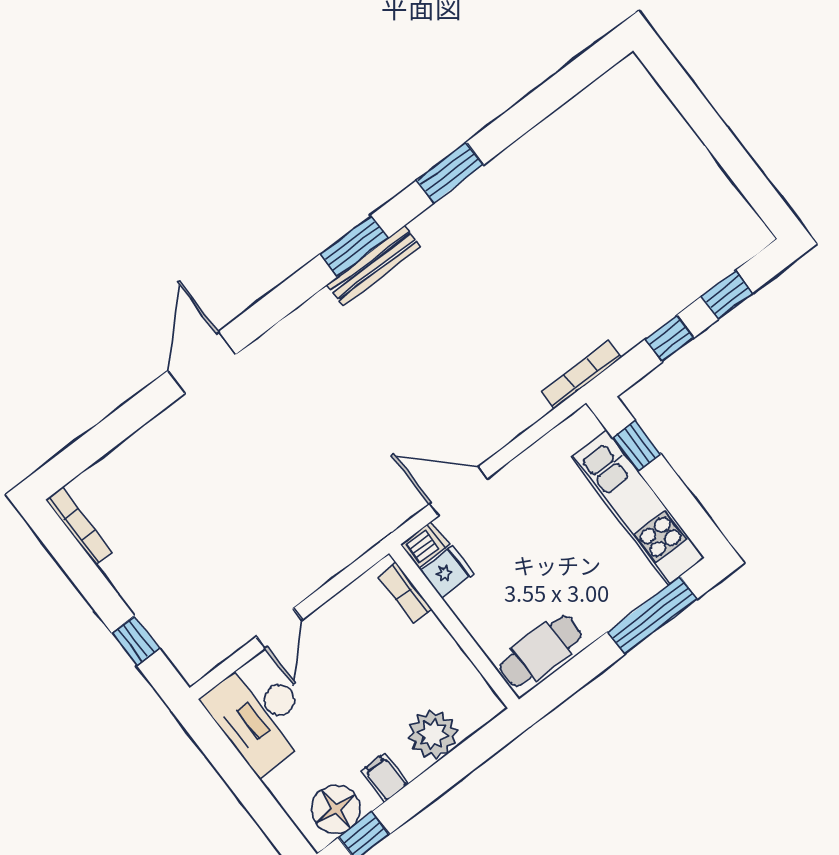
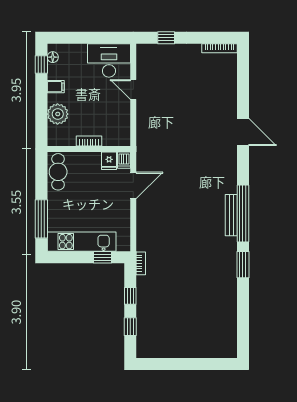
window: (354, 246) -> (243, 213), width x2.11
bookcase: (582, 375) -> (141, 263), width x0.64
bookcase: (405, 593) -> (89, 141), moved
floor lamp: (336, 809) -> (53, 57), width x0.53, depth x0.53

